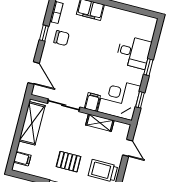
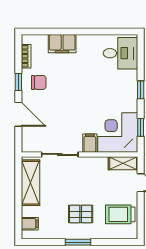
desk: (134, 52) -> (121, 53), moved
door: (34, 73) -> (18, 114), moved
shelving: (100, 123) -> (123, 163), moved

